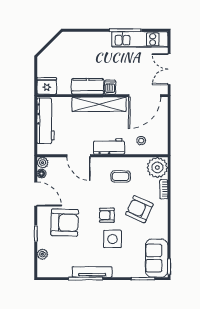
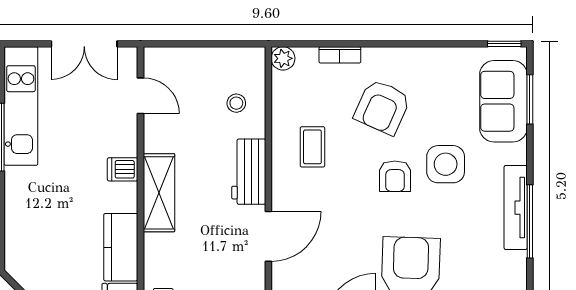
kitchen counter: (88, 86) -> (121, 247), moved
door: (145, 96) -> (140, 96), width x0.53
shelving: (99, 104) -> (159, 193), width x0.68
plant: (157, 167) -> (283, 58), width x0.53, depth x0.53
sofa: (157, 258) -> (503, 101), moved, turned 90

